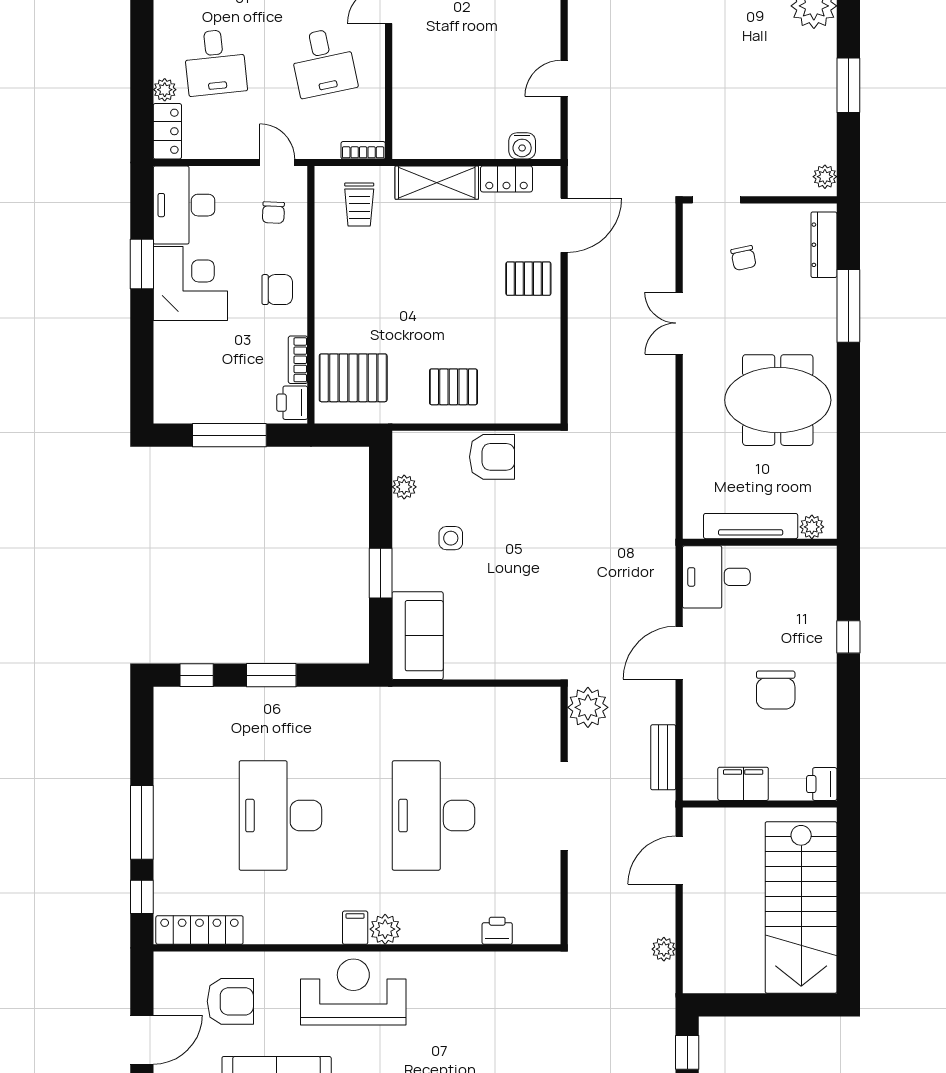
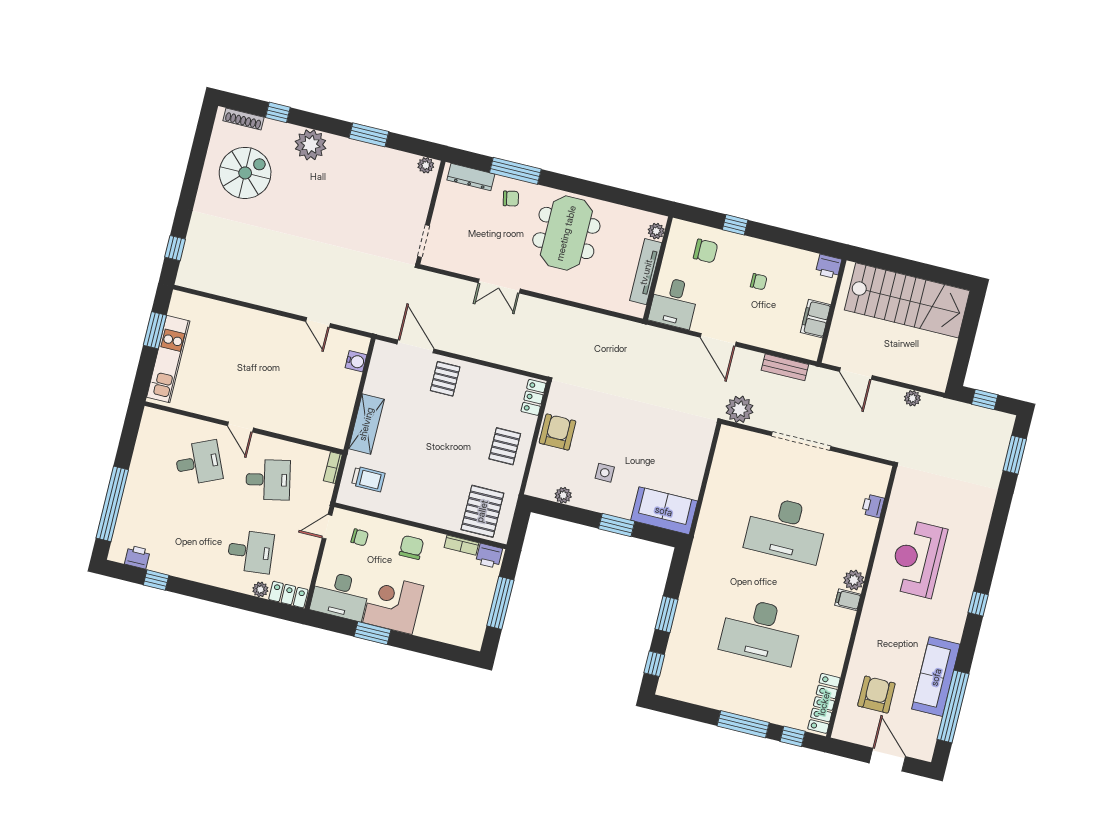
locker: (506, 179) -> (534, 397), moved, turned 180
chair: (743, 258) -> (511, 199), moved
chair: (801, 604) -> (706, 251), added
chair: (776, 690) -> (759, 282), width x0.54, depth x0.54
reception desk: (353, 992) -> (918, 559), moved

